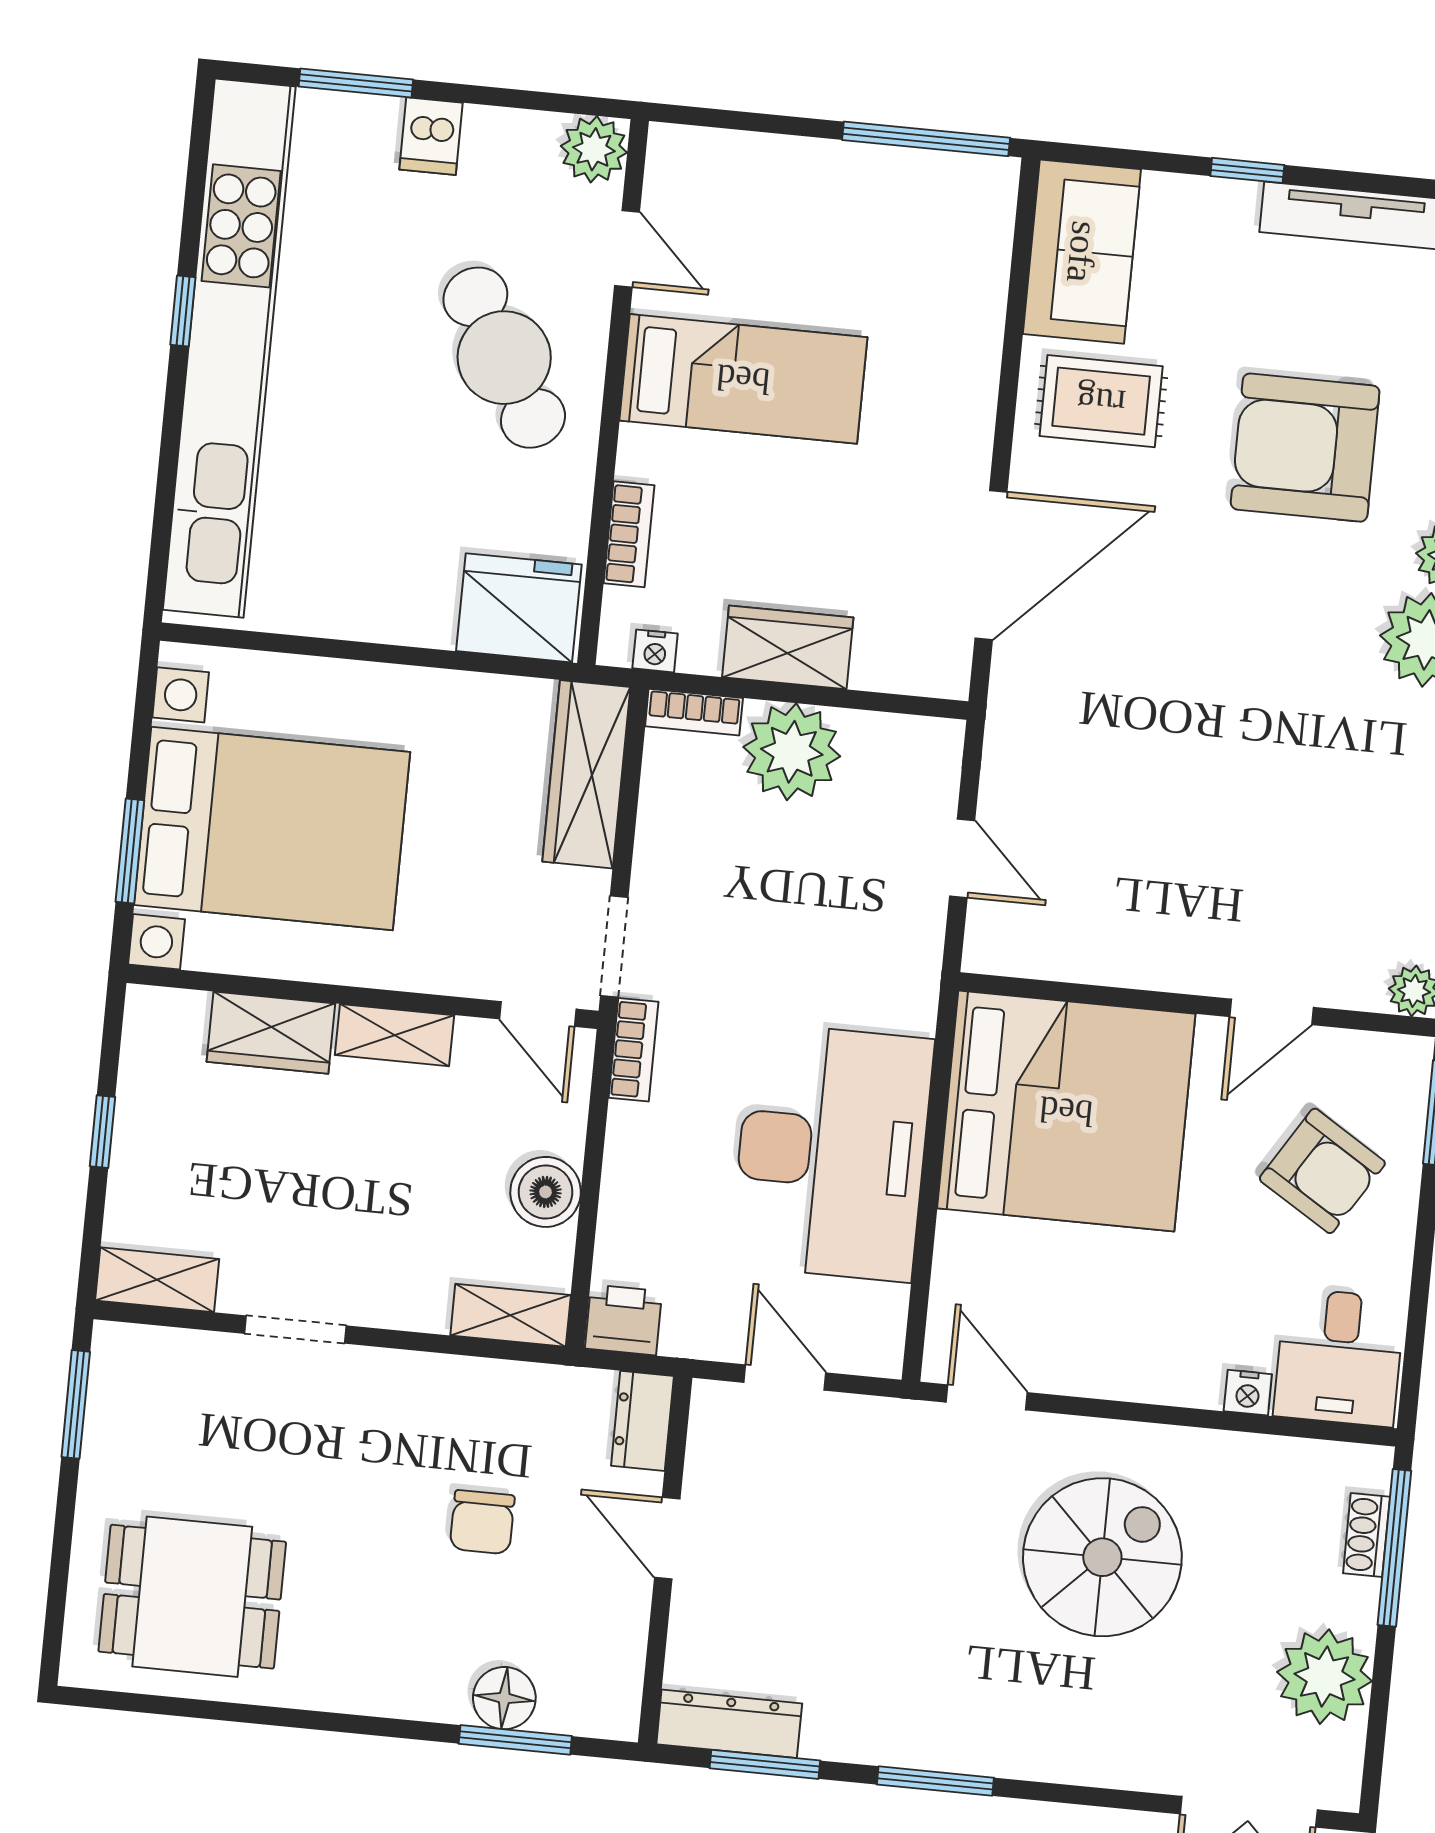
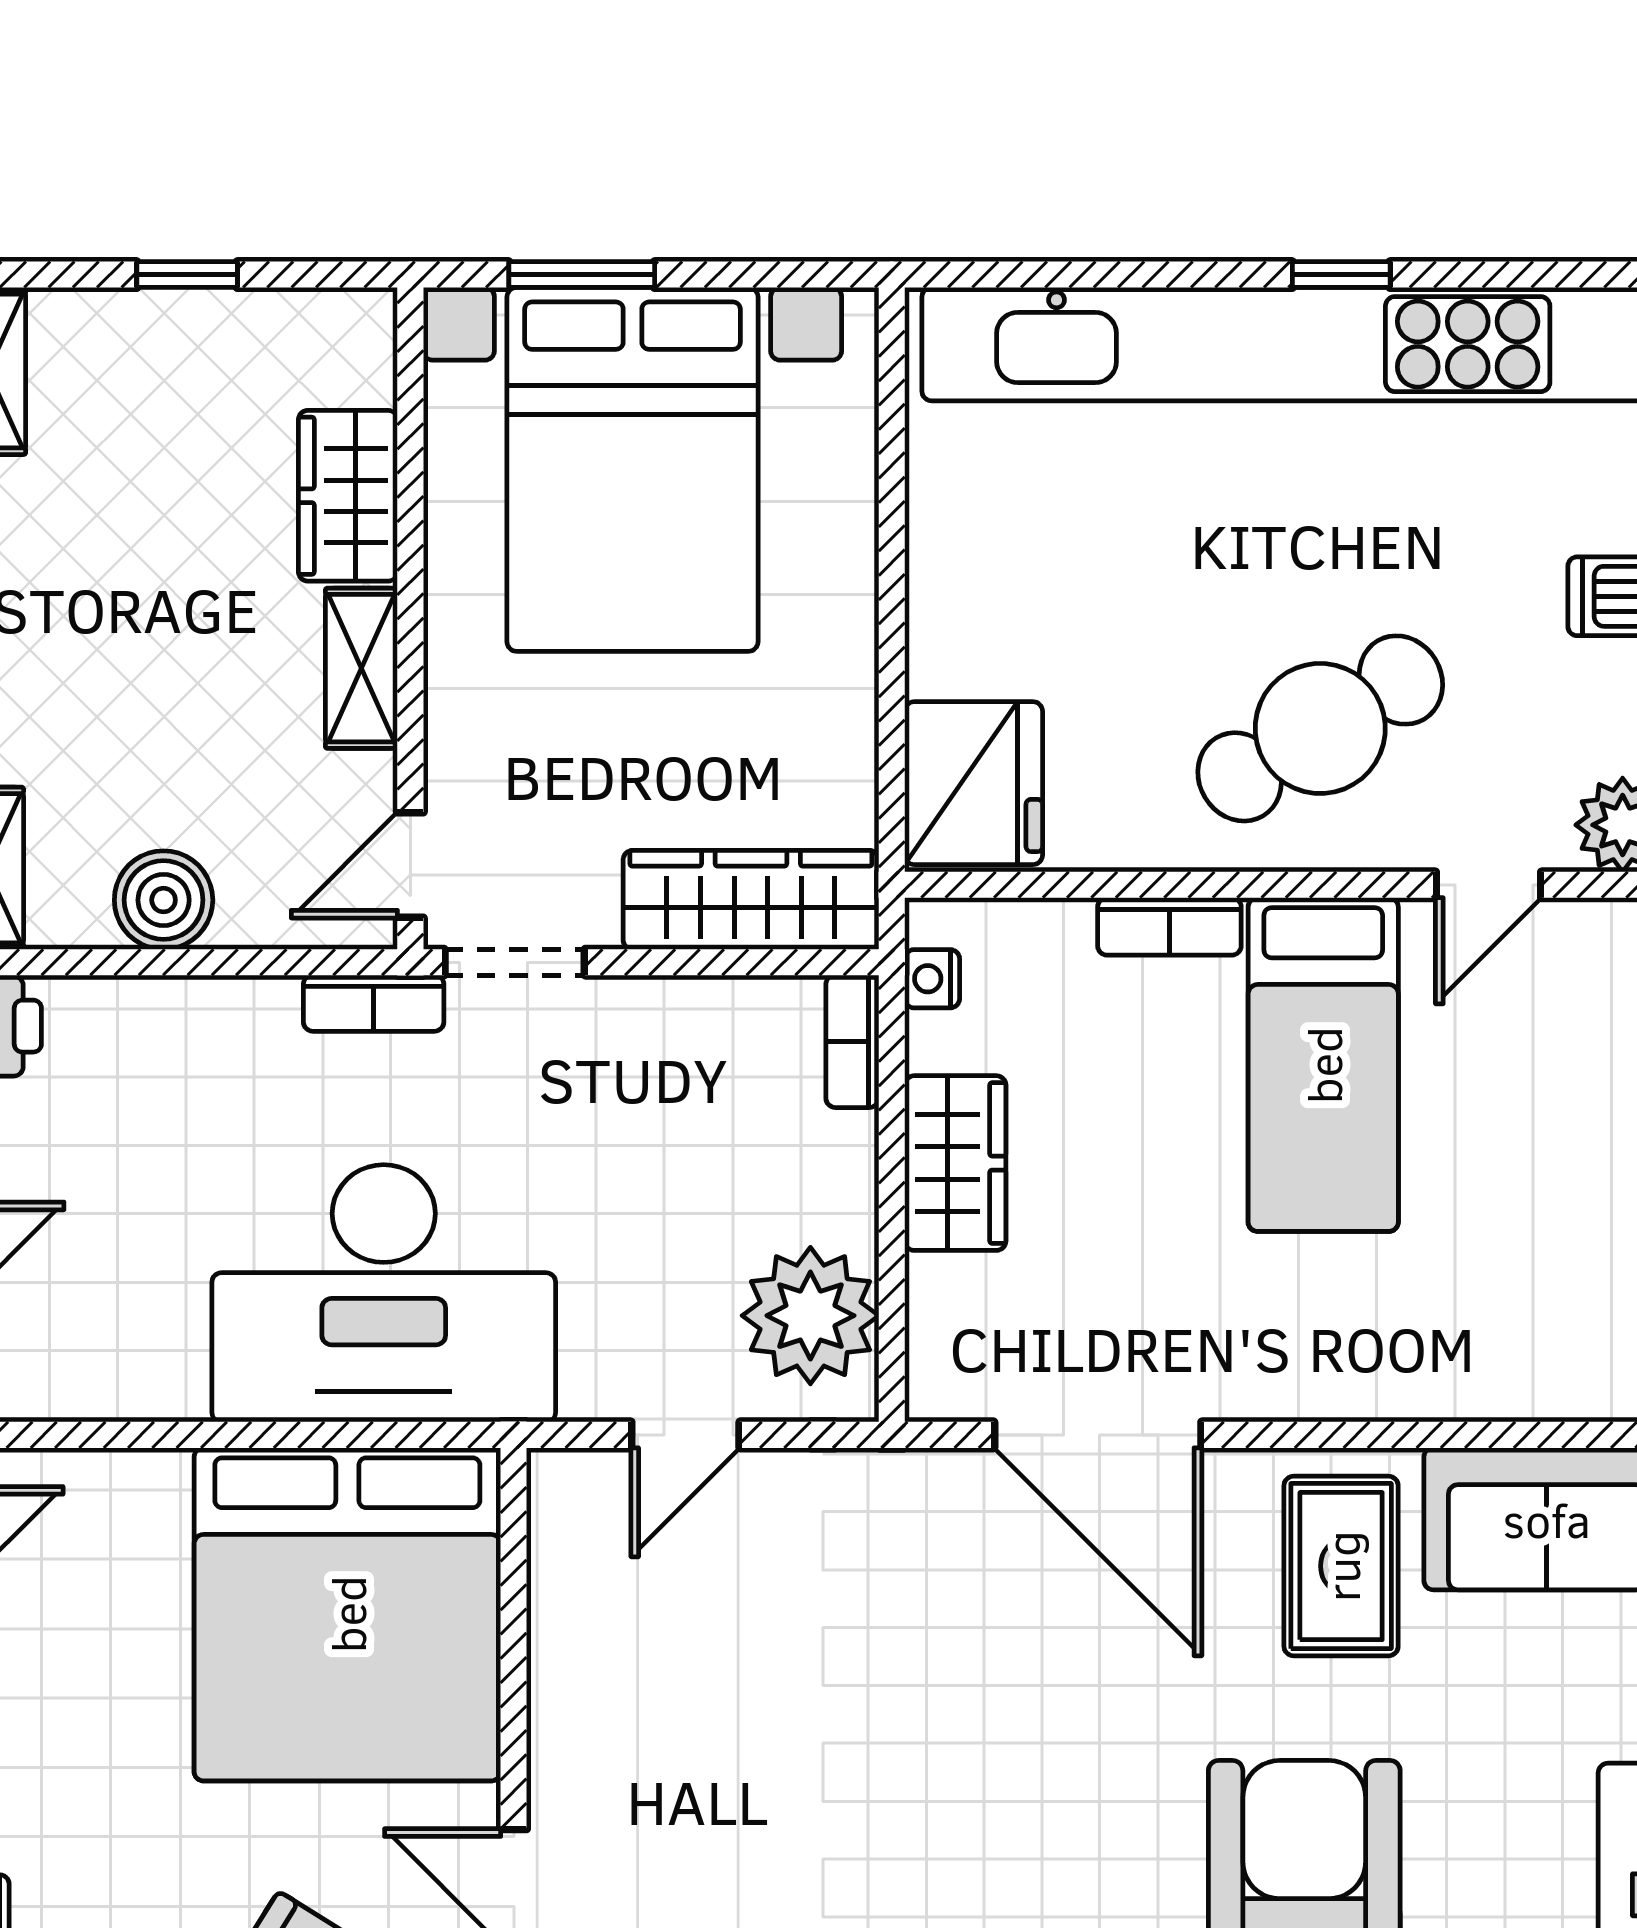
bookcase: (629, 534) -> (1169, 926), moved
plant: (792, 752) -> (810, 1316), moved
desk: (832, 1152) -> (384, 1293), moved

